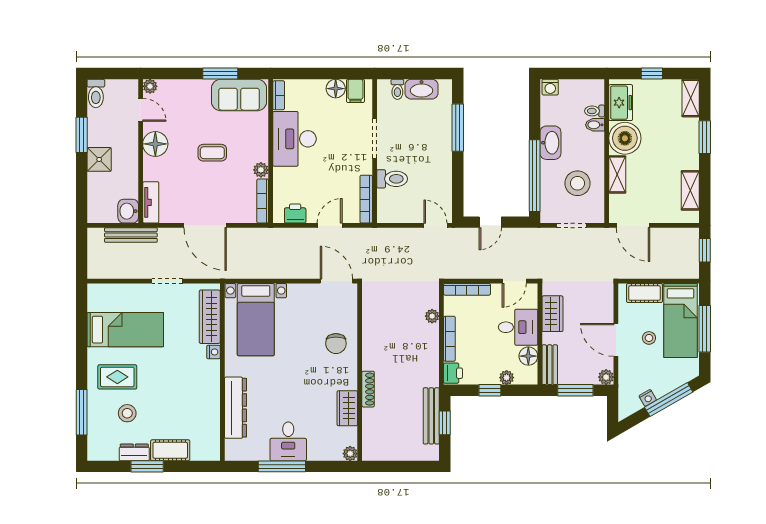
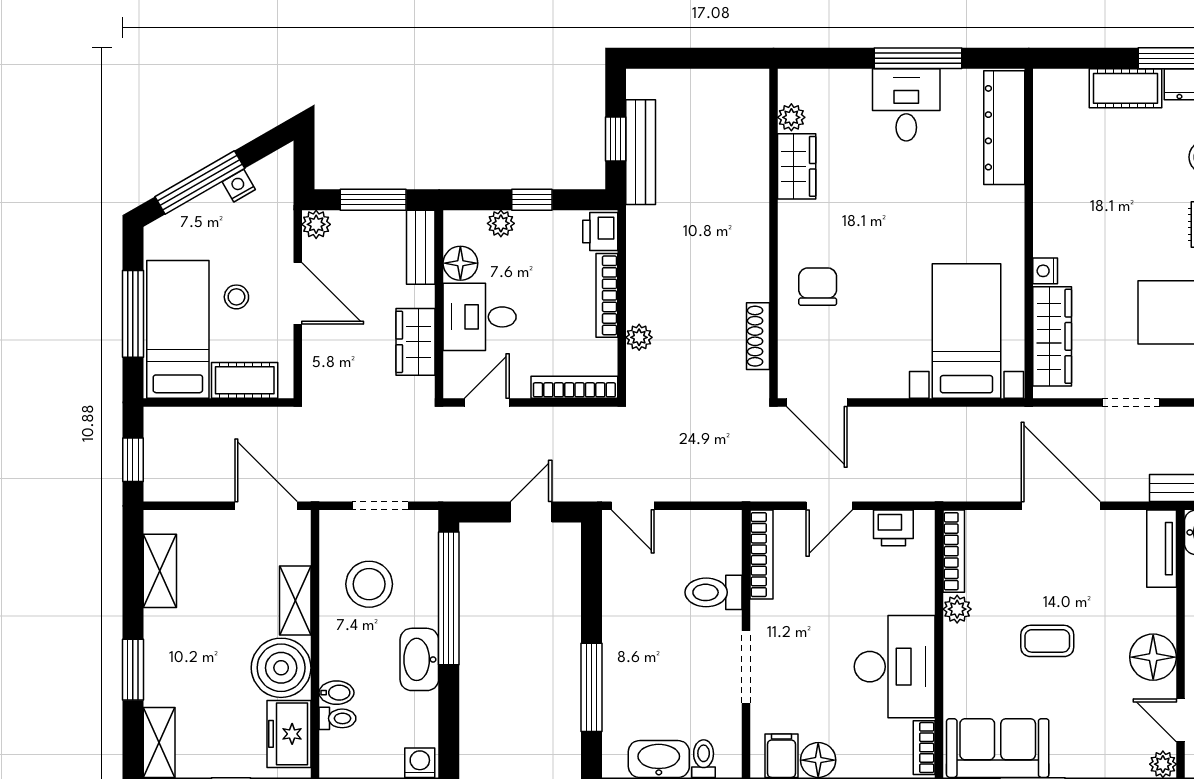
shoe rack: (368, 389) -> (758, 336), moved
dresser: (235, 408) -> (1004, 128), moved
plant: (350, 454) -> (791, 117), moved

